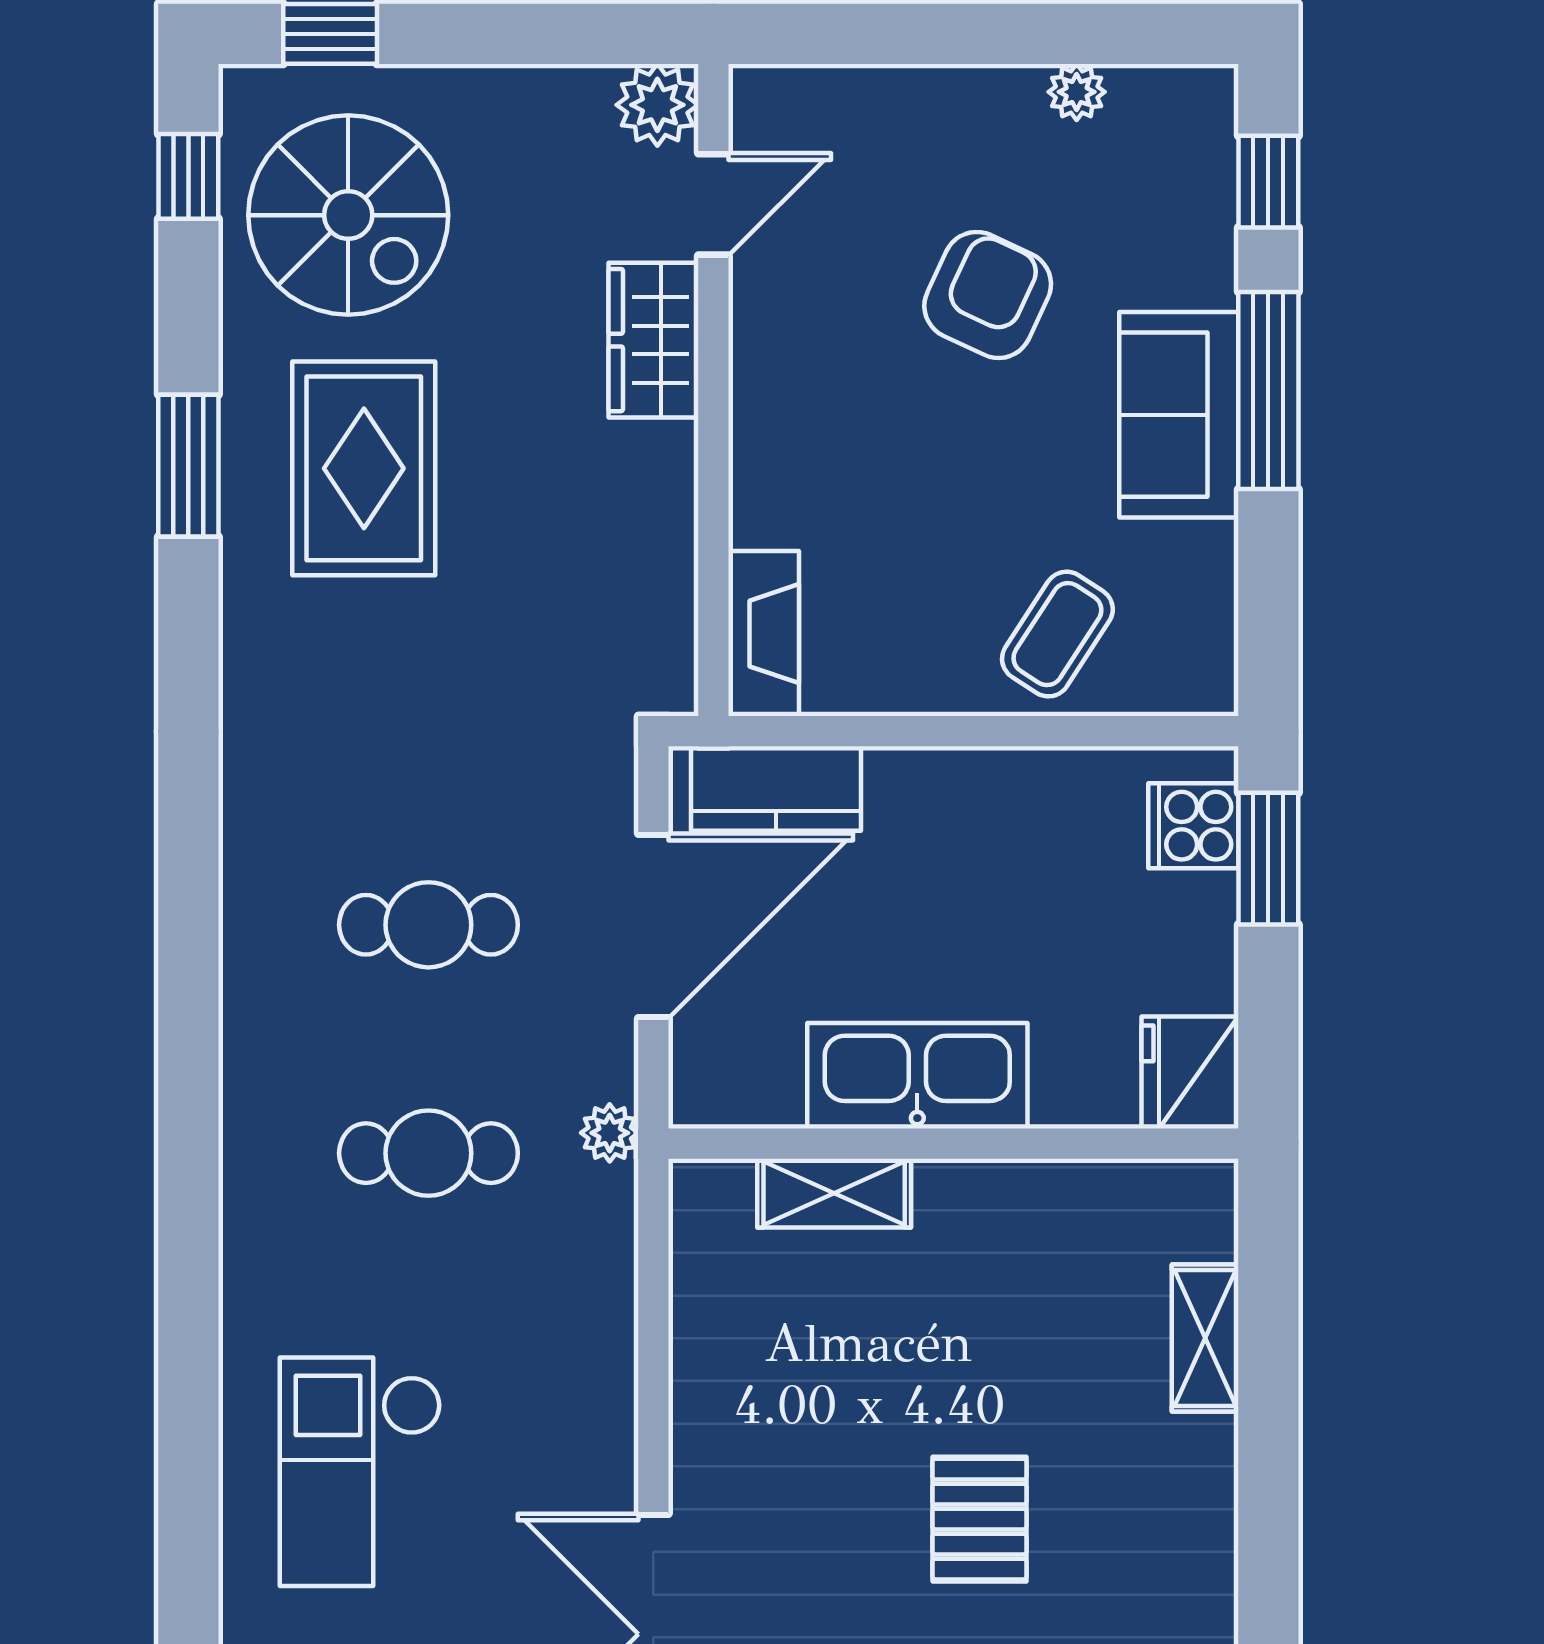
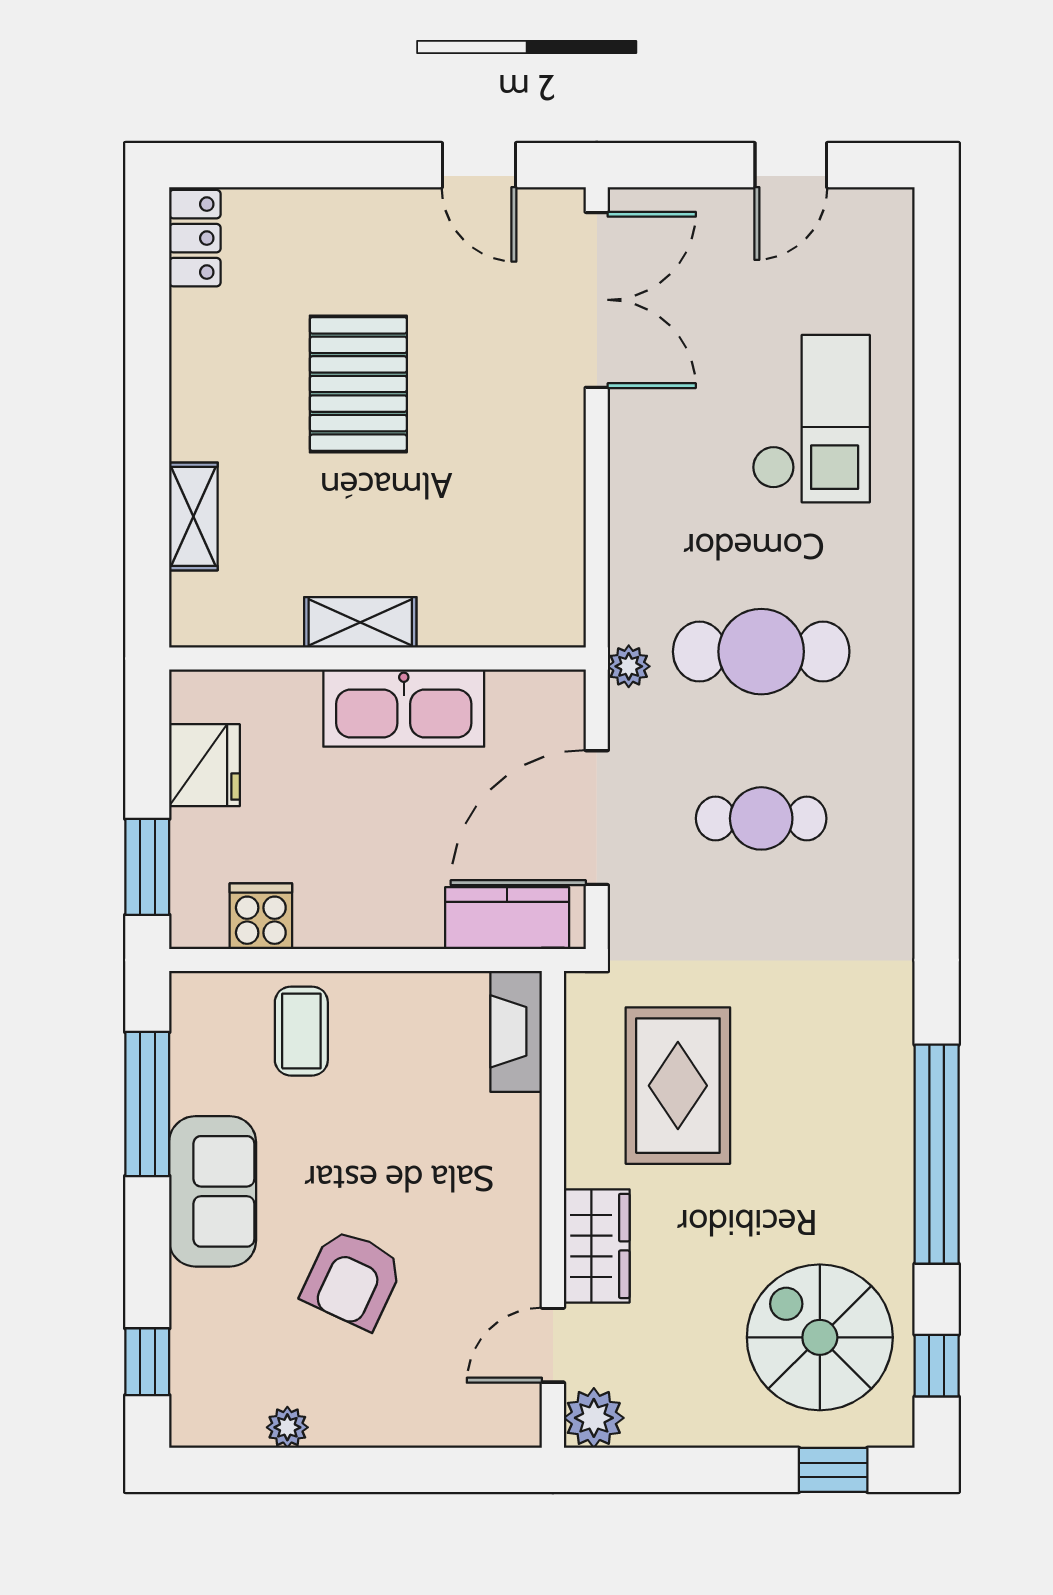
window: (1268, 390) -> (147, 1104), moved
window: (188, 466) -> (937, 1154), width x2.11
rug: (364, 468) -> (678, 1086), moved
coffee table: (1057, 634) -> (301, 1031), turned -33
cooker: (1193, 826) -> (261, 916), moved, turned -90
fridge: (1190, 1073) -> (204, 765), moved
cafe table: (428, 1153) -> (761, 652), width x1.37, depth x1.35
shelving: (834, 1193) -> (360, 622), moved
pallet: (979, 1519) -> (358, 384), width x1.50, depth x1.42

